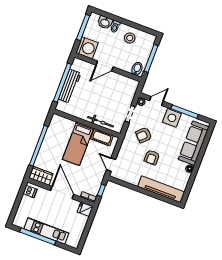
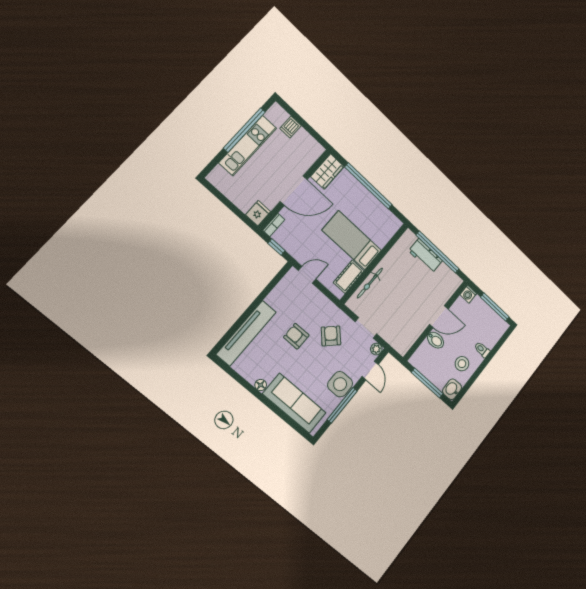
washbasin: (105, 22) -> (452, 389), moved
washing machine: (87, 48) -> (468, 294), width x0.53, depth x0.53
door: (105, 66) -> (439, 317), swing flipped
bidet: (137, 69) -> (436, 340), moved
workbench: (70, 86) -> (425, 256), width x0.73
dishwasher: (30, 191) -> (290, 127), moved

